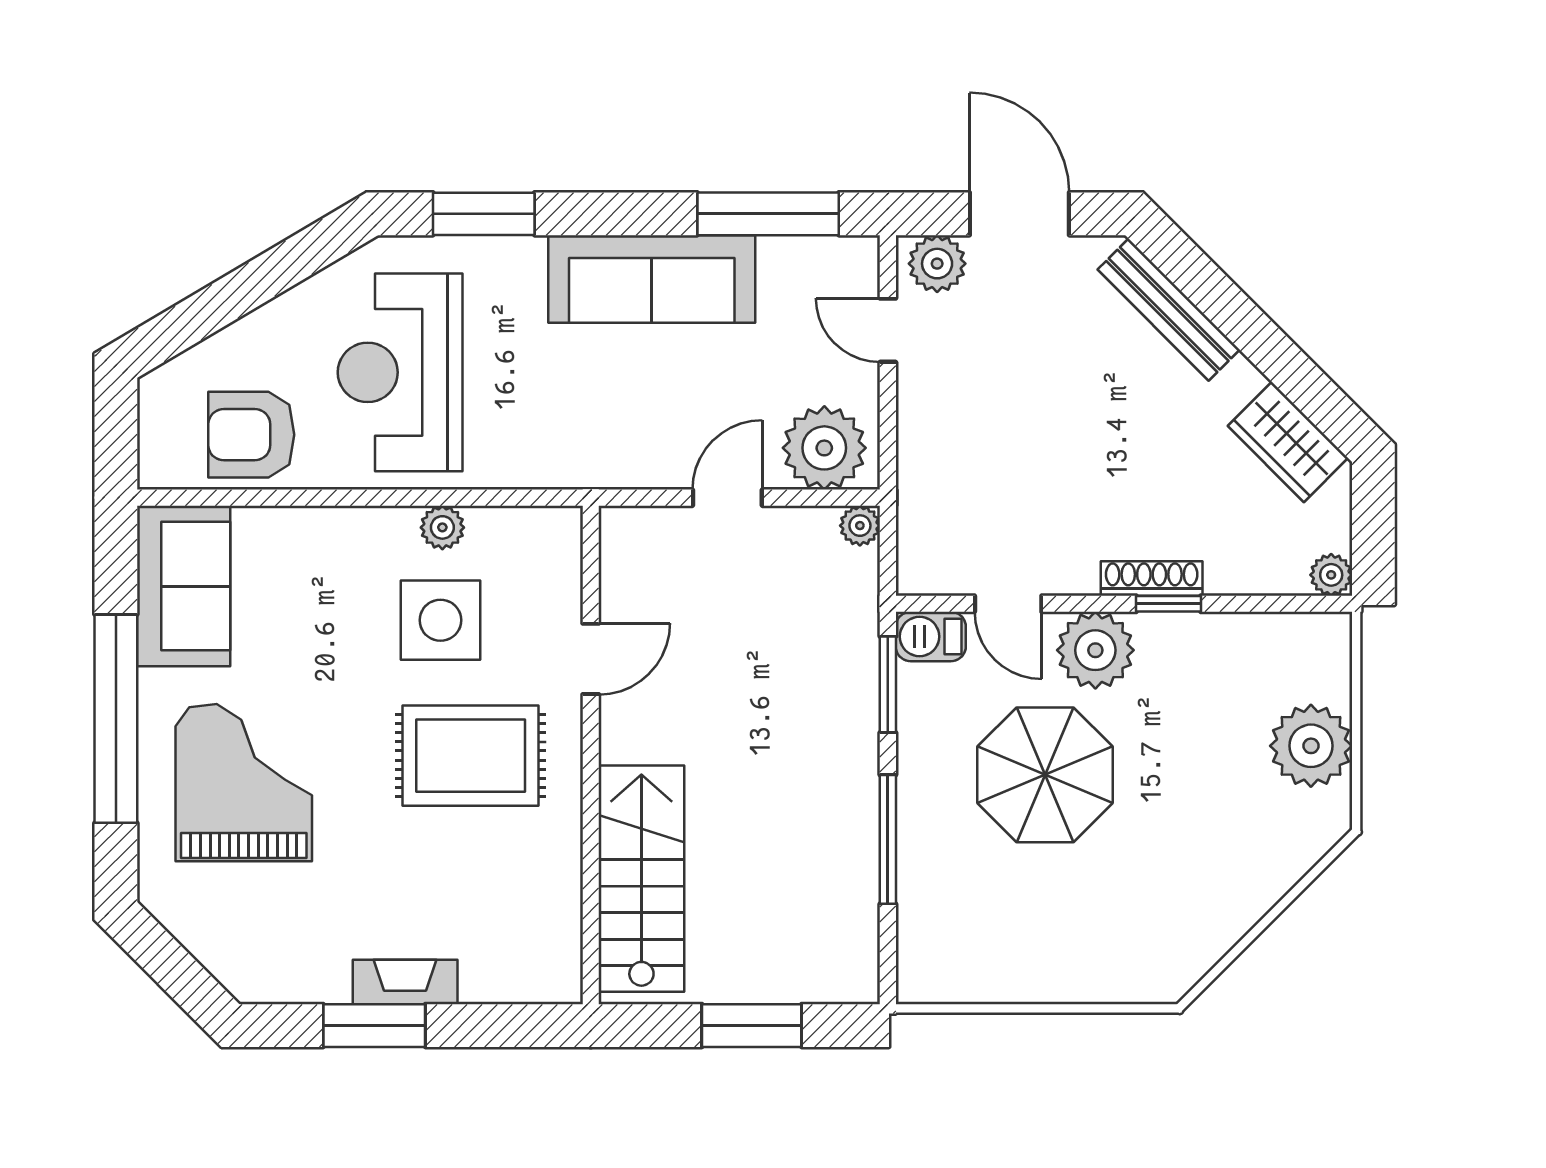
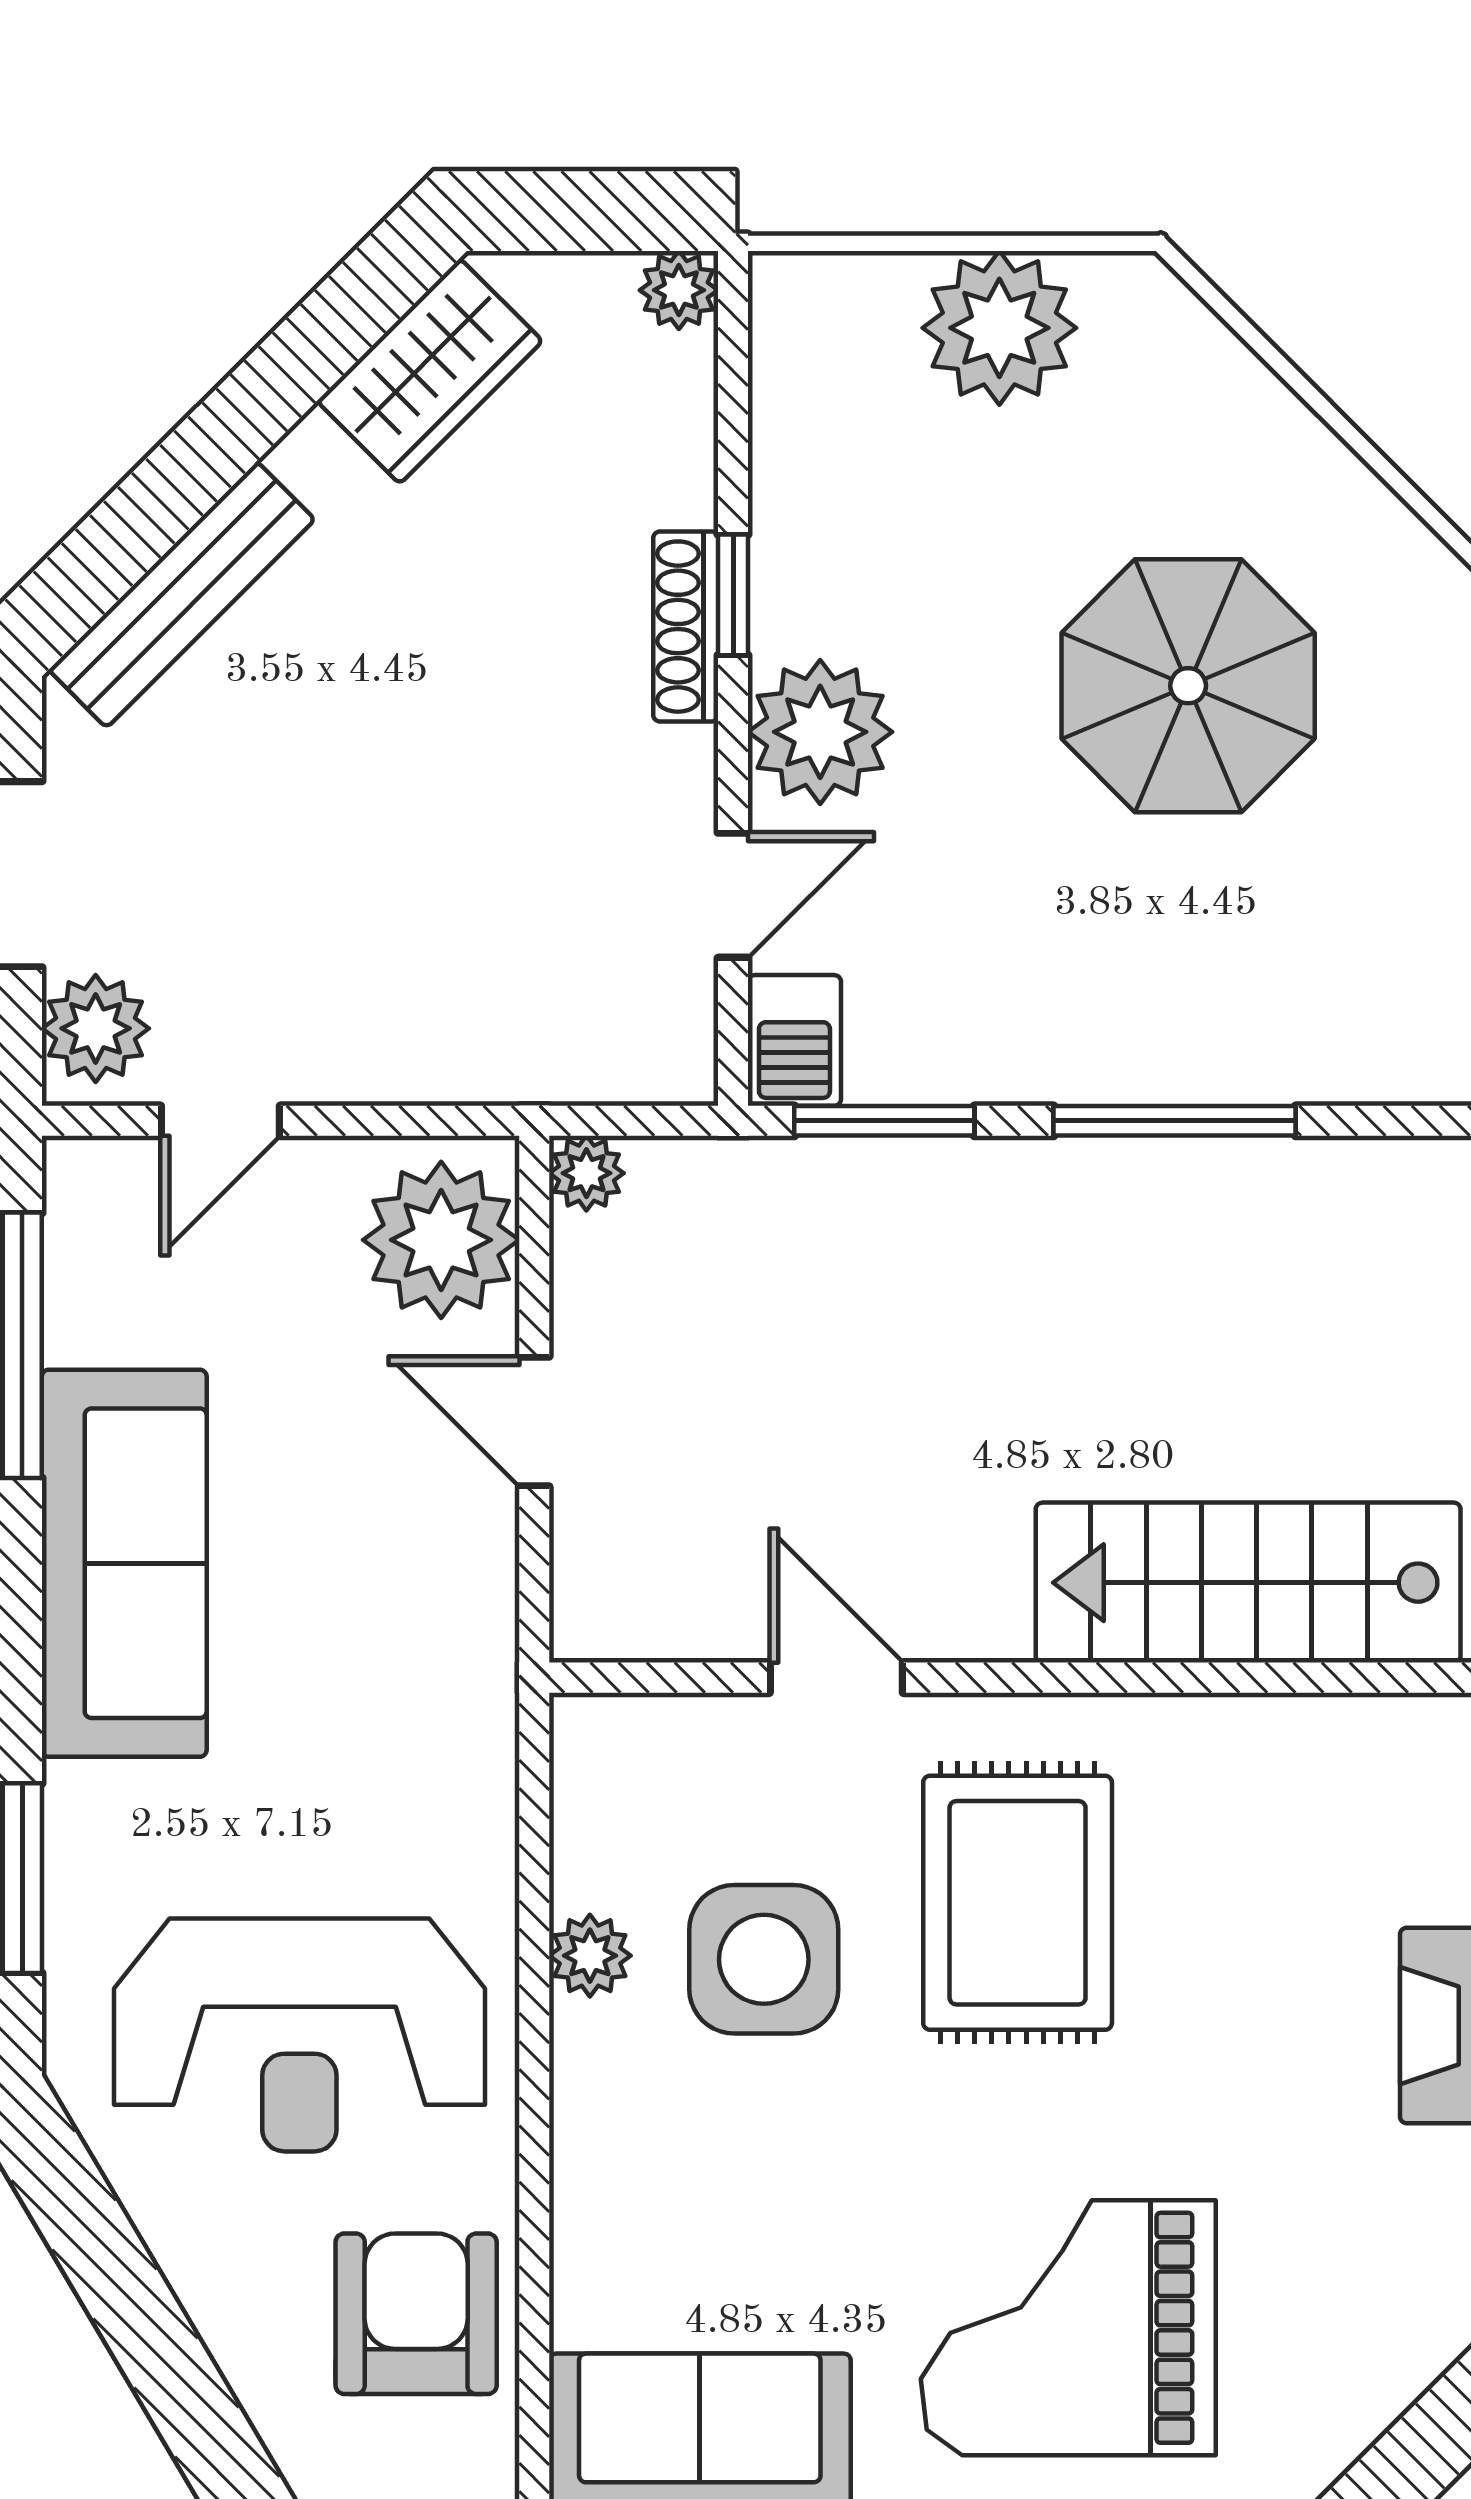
armchair: (251, 435) -> (416, 2314), turned 180
parasol: (1045, 775) -> (1188, 686), moved

